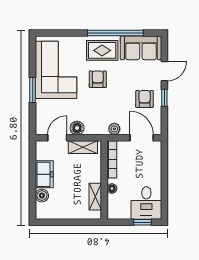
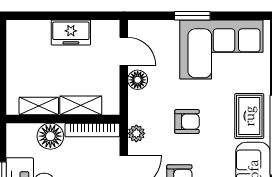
armchair: (98, 79) -> (187, 122), moved
shelving: (83, 147) -> (81, 105), moved, turned 90
floor lamp: (112, 189) -> (50, 136), width x1.89, depth x1.89
boiler: (42, 196) -> (40, 29), removed

